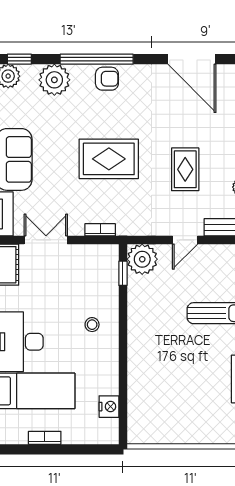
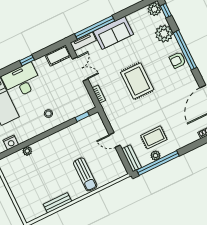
armchair: (107, 79) -> (178, 60), turned 90
rug: (185, 169) -> (154, 137), moved
plant: (142, 259) -> (27, 151), moved, width x0.53, depth x0.53

